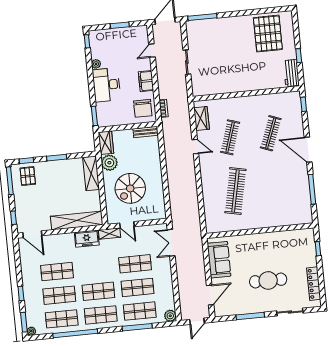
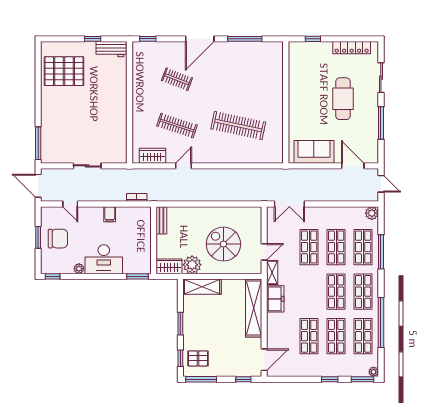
filing cabinet: (146, 81) -> (110, 214), width x0.50
chair: (143, 108) -> (58, 239), moved
clothes rail: (271, 133) -> (177, 79), width x0.73
spiral stairs: (130, 188) -> (223, 244), turned 180

